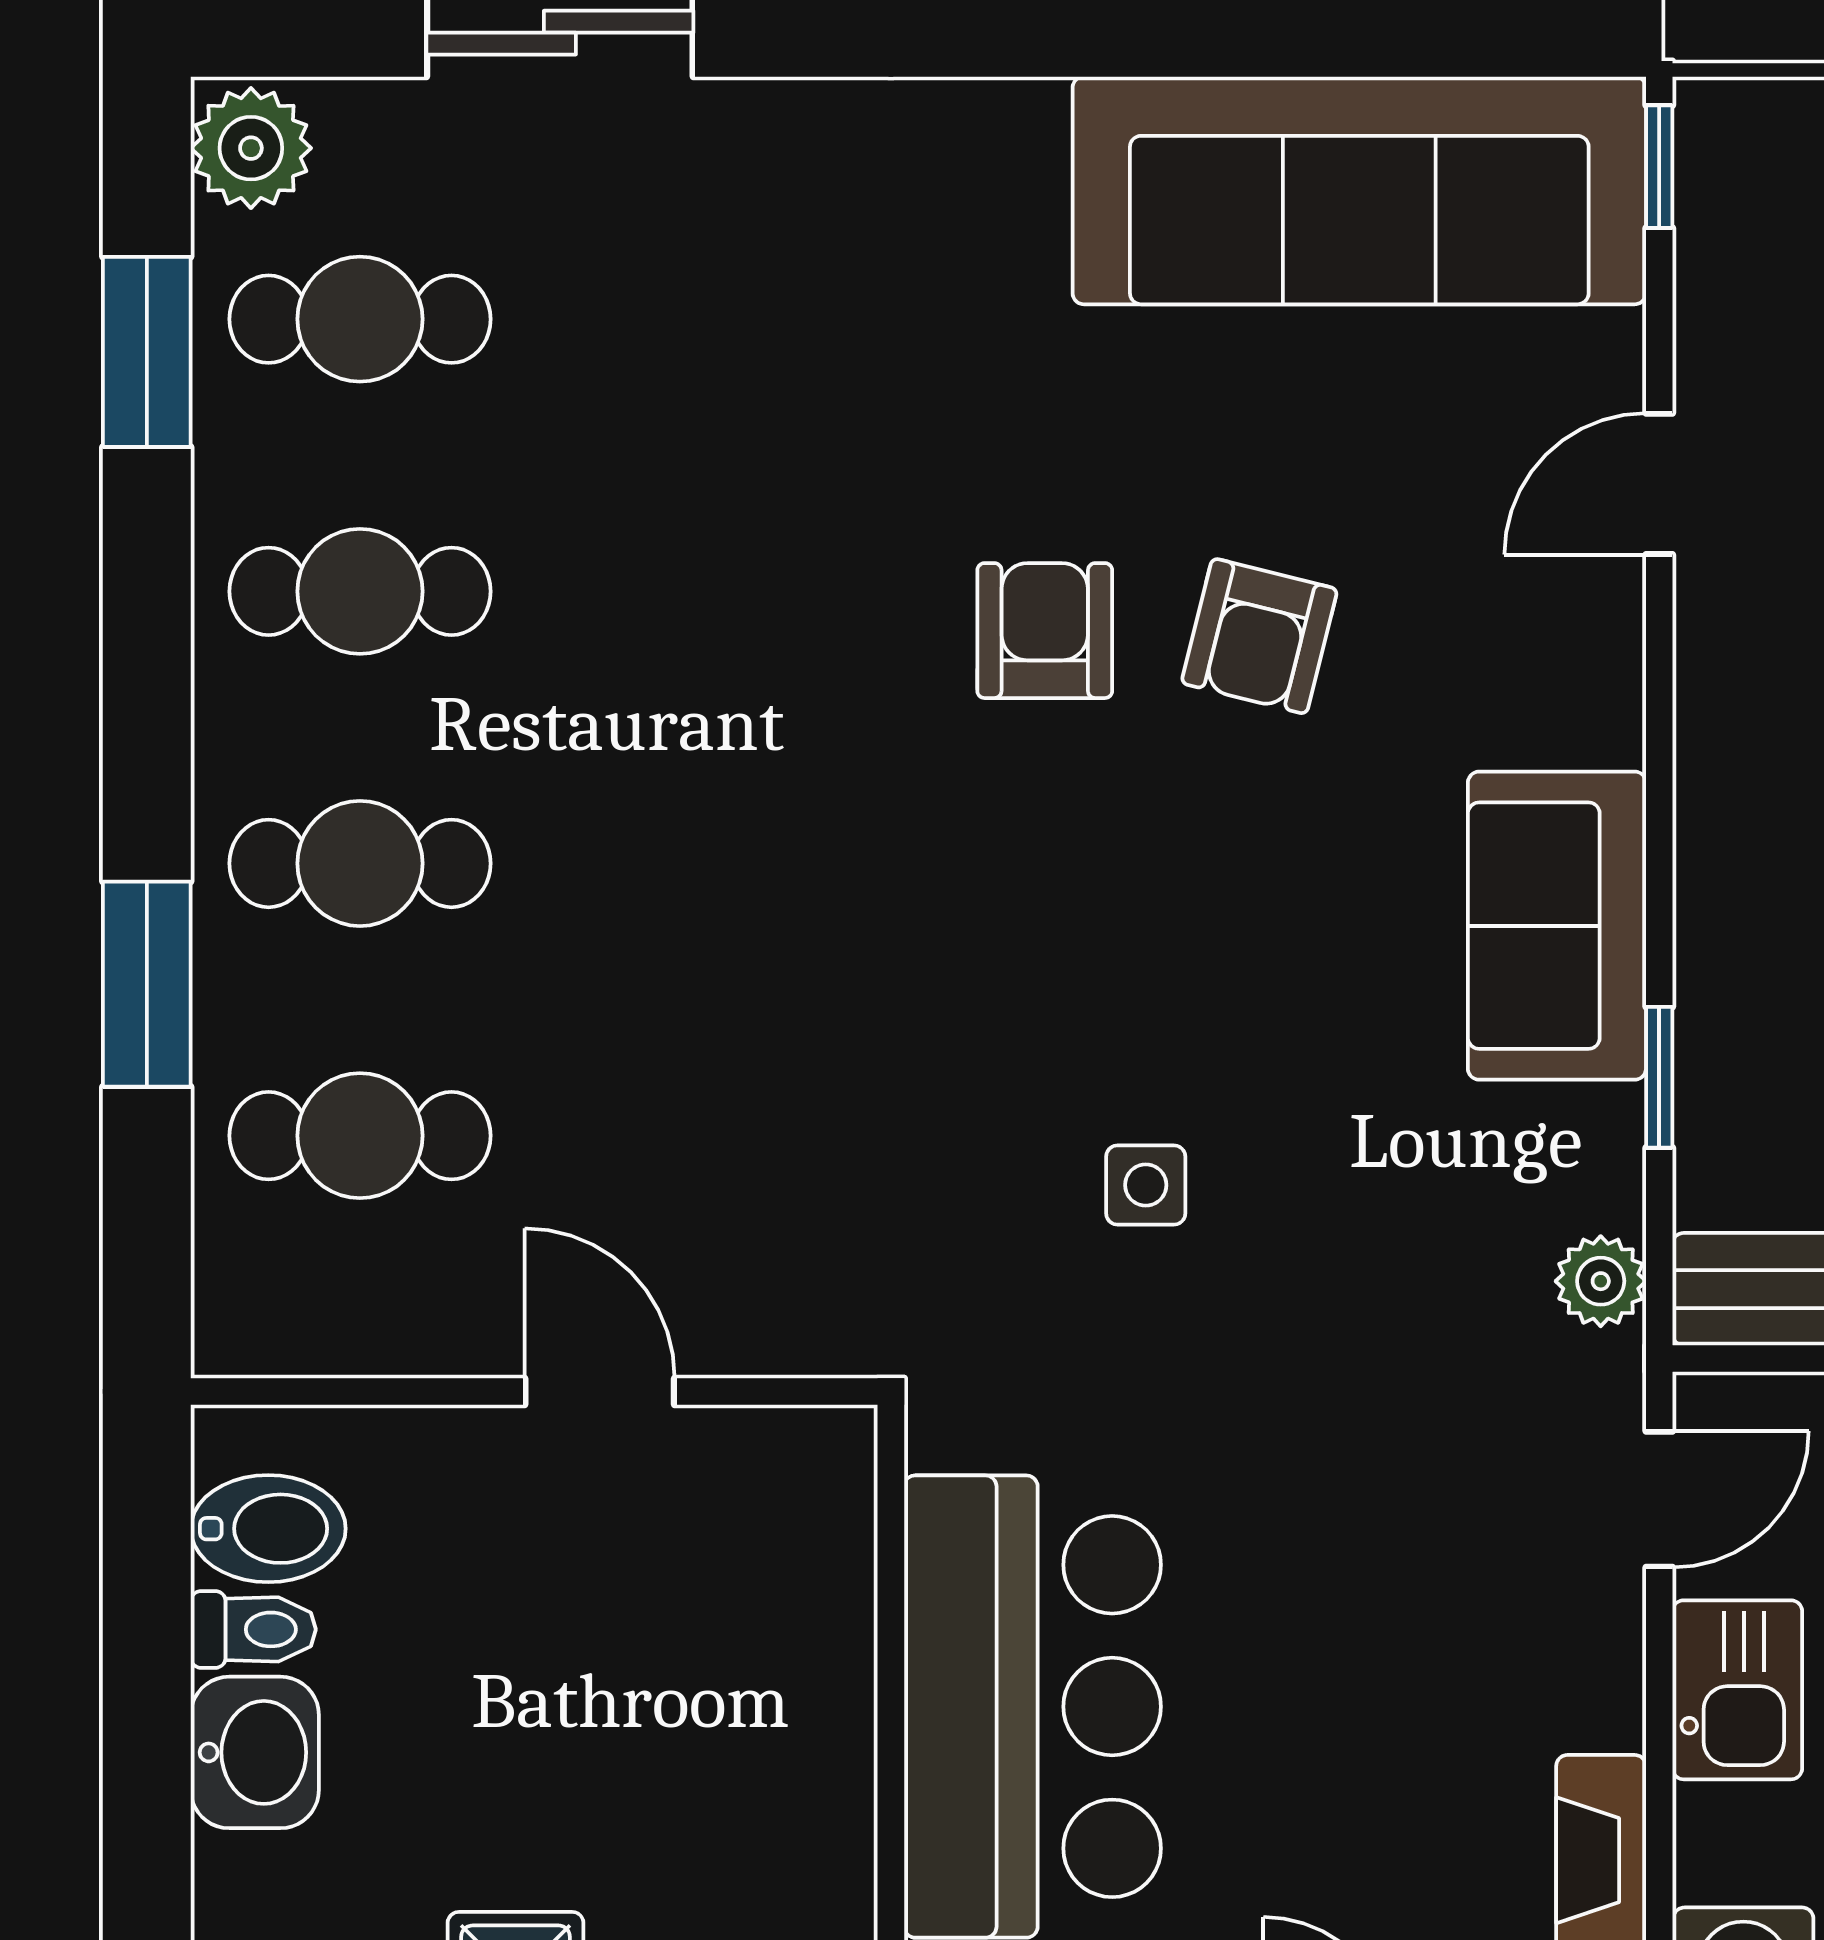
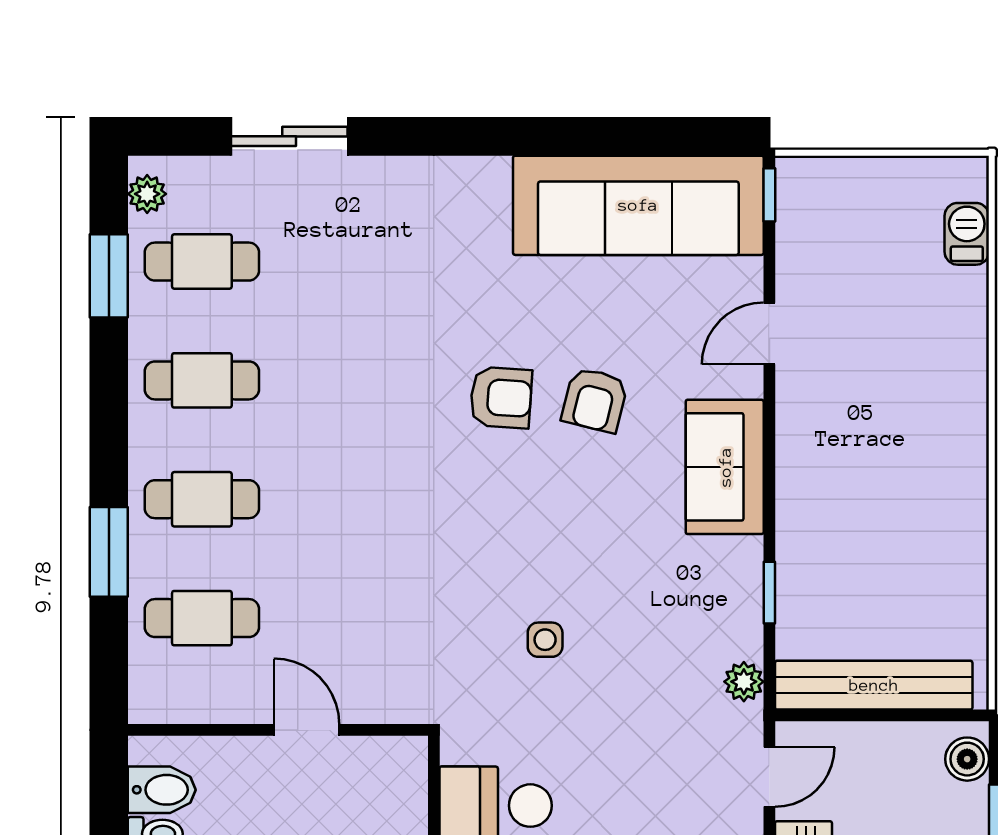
plant: (251, 148) -> (147, 194), width x0.73, depth x0.73
armchair: (1045, 631) -> (501, 398), turned 94
sofa: (1557, 926) -> (725, 467), moved

